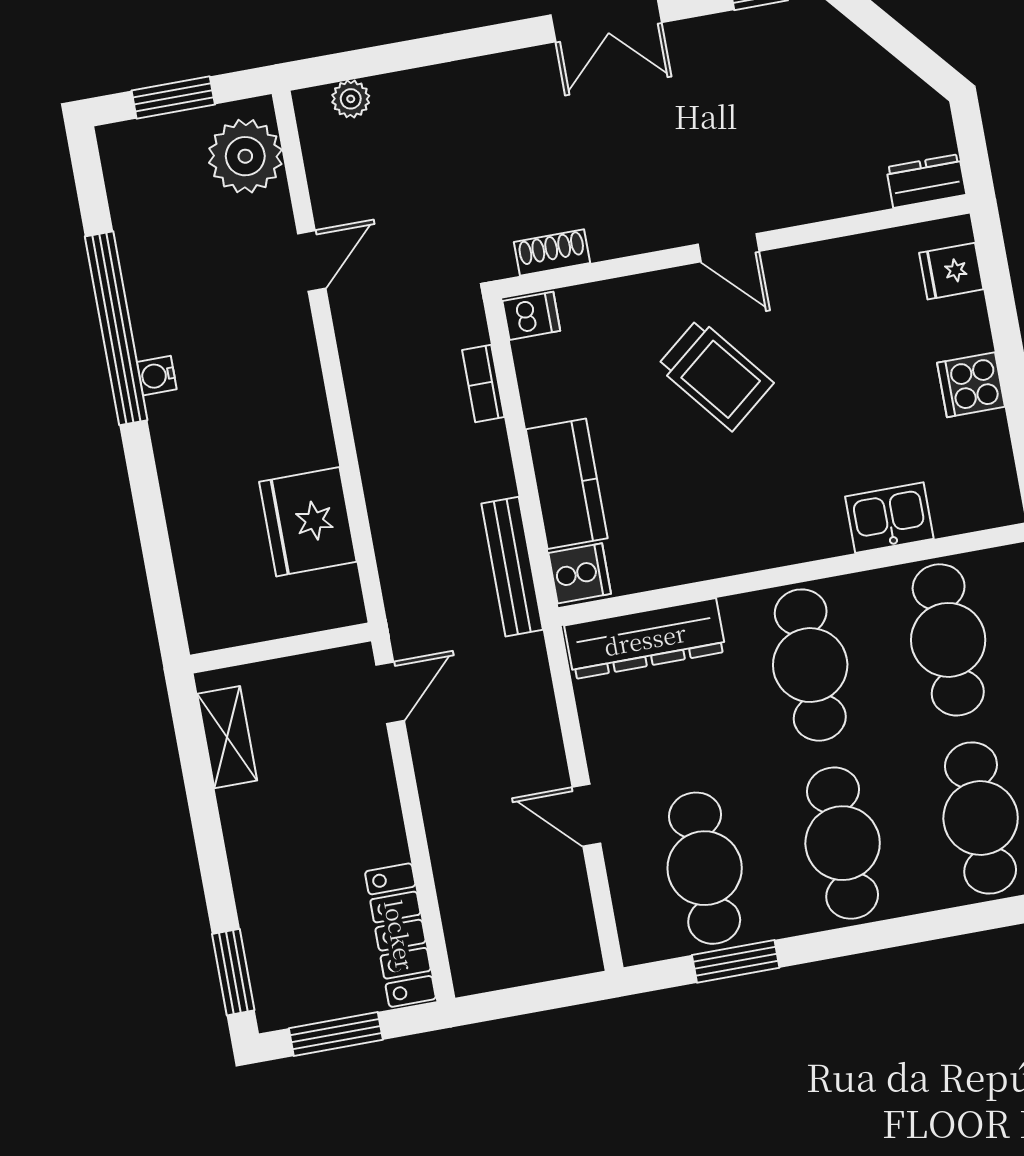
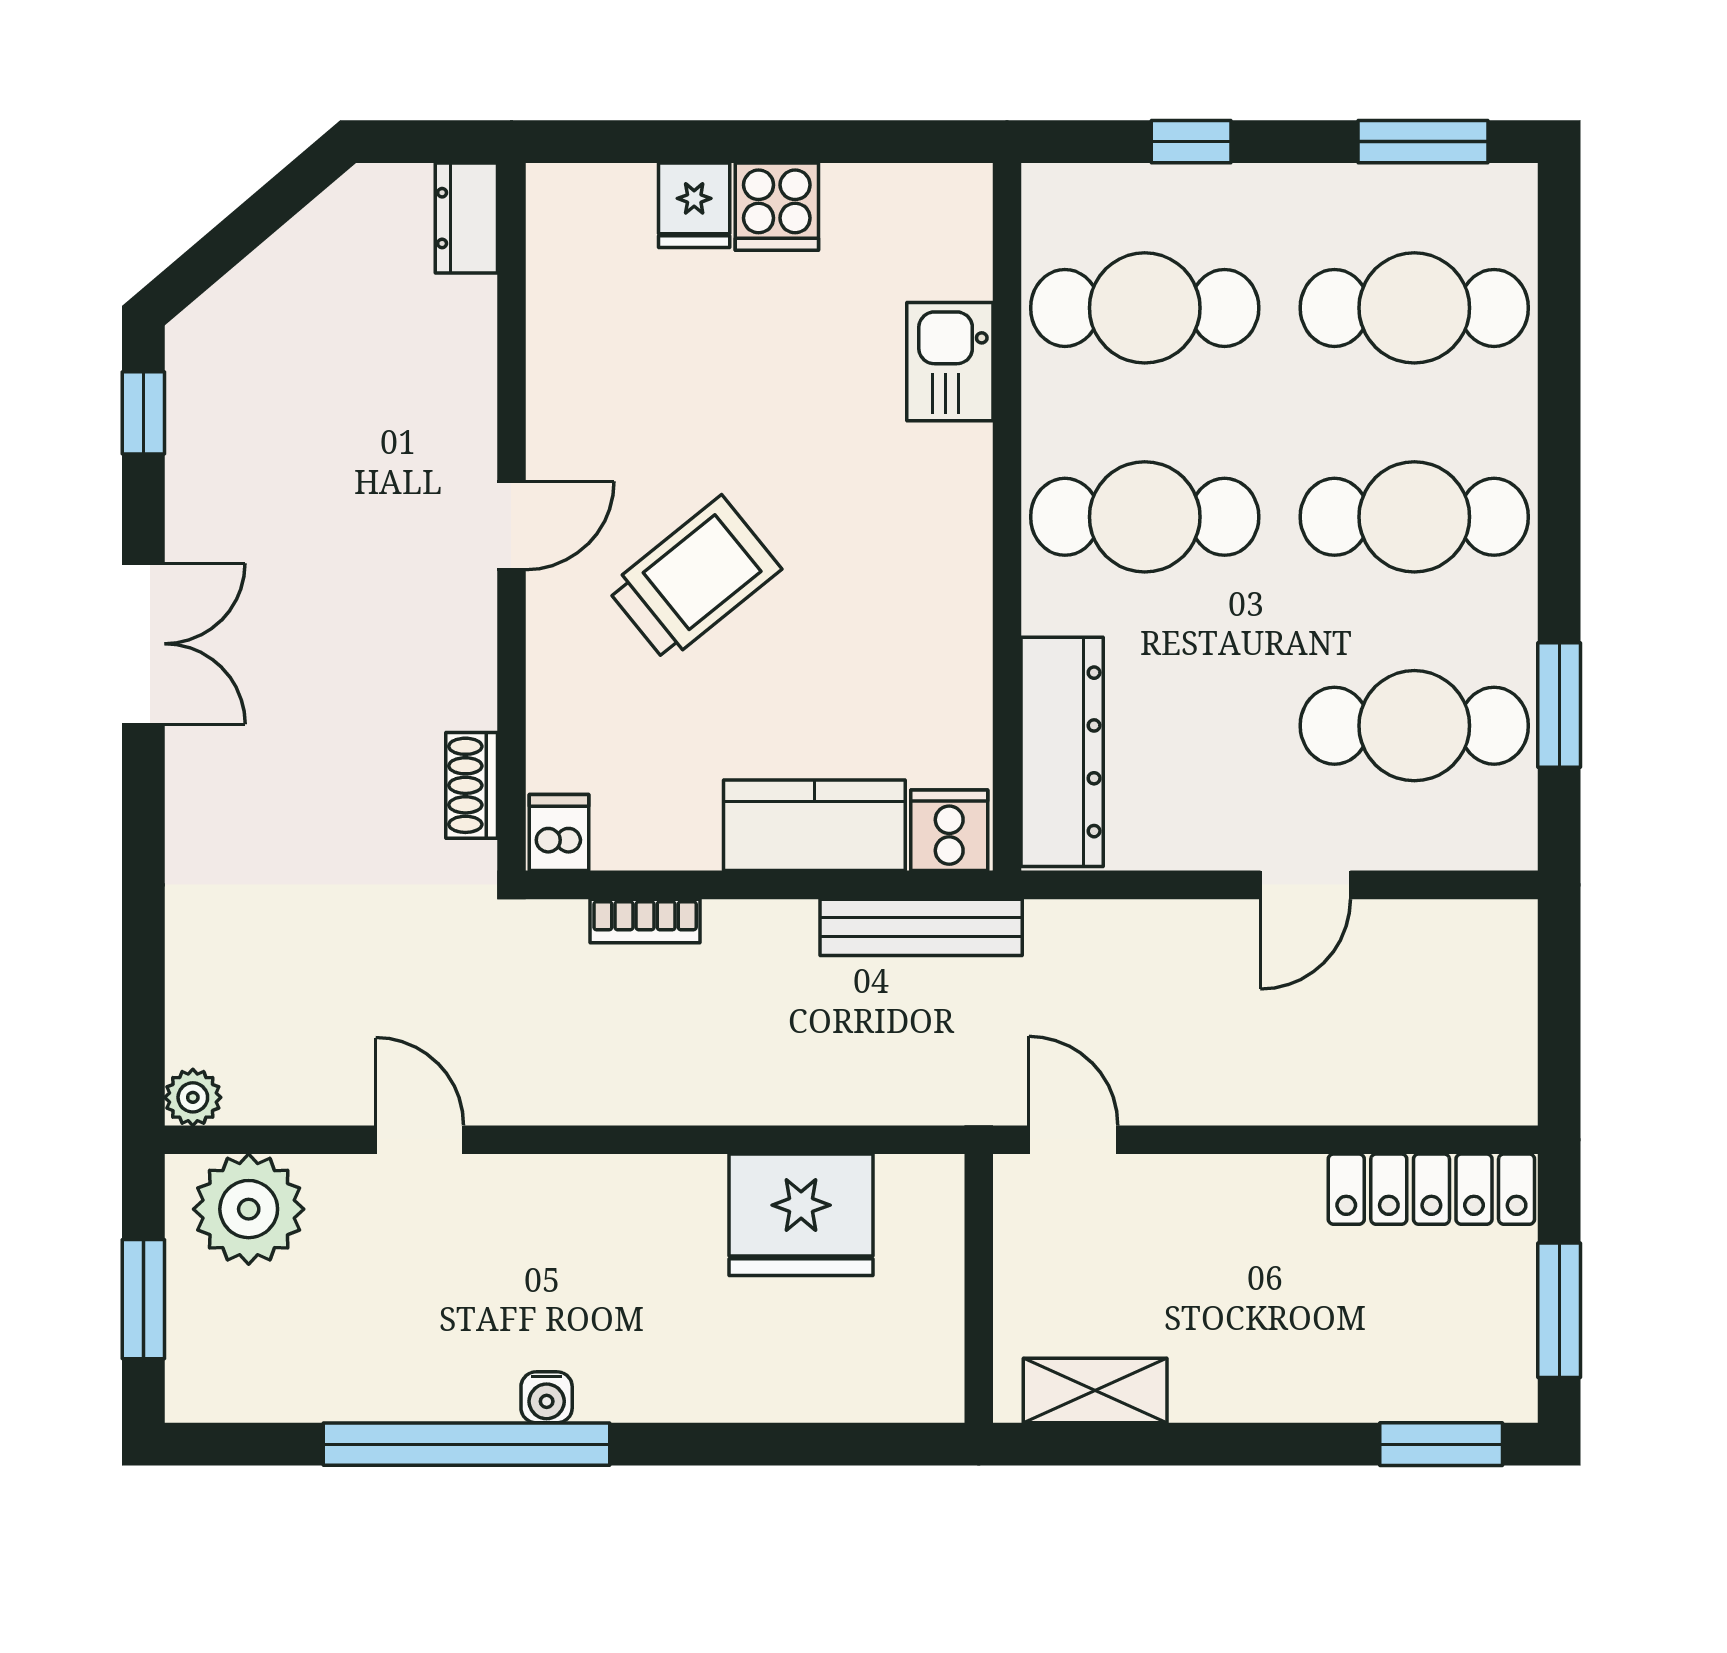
plant: (351, 99) -> (193, 1097), moved
fridge: (951, 271) -> (694, 205), moved

